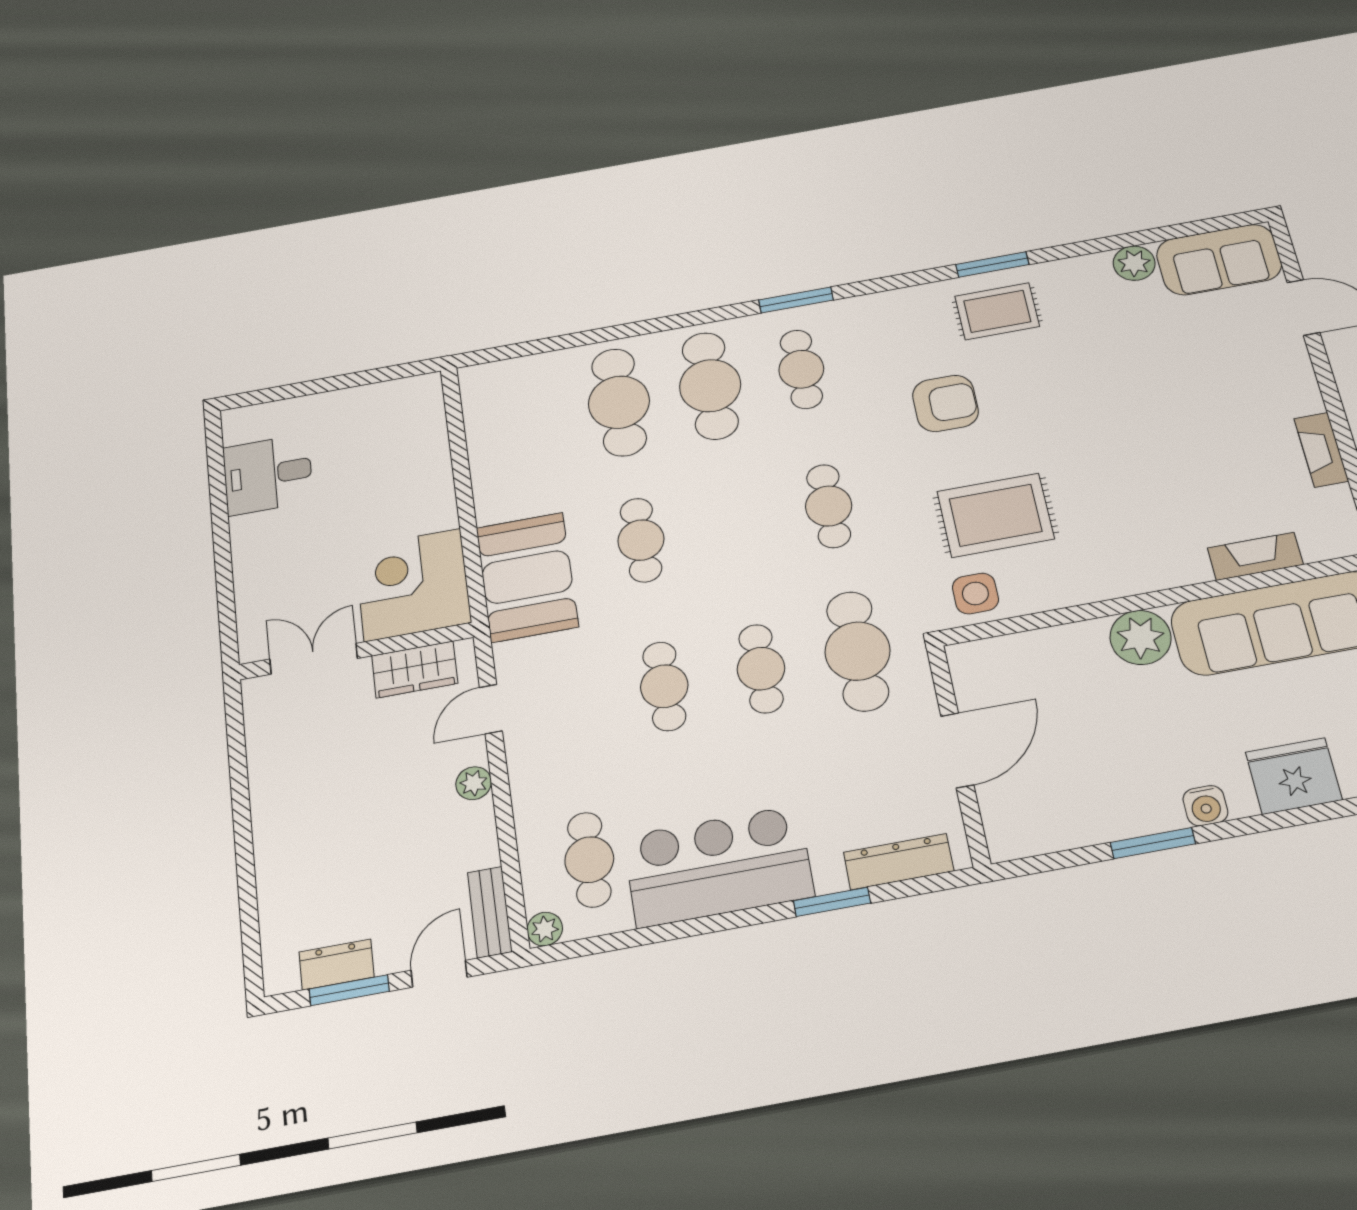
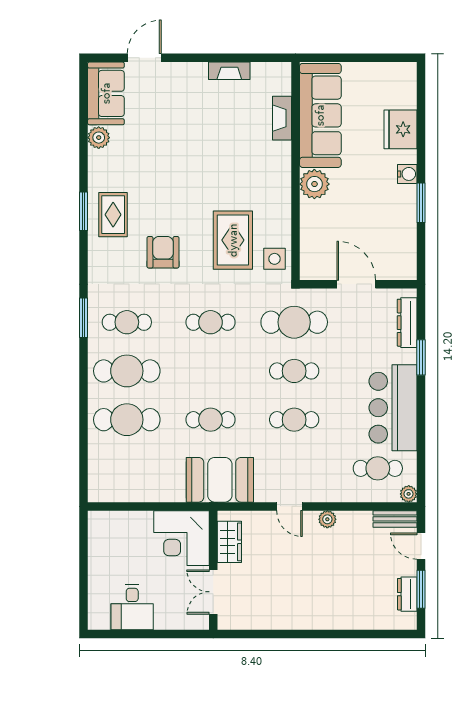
corner desk: (413, 585) -> (182, 538), moved
wall: (356, 651) -> (213, 570), moved
double door: (314, 659) -> (213, 592), moved
wardrobe: (415, 669) -> (229, 542), moved

